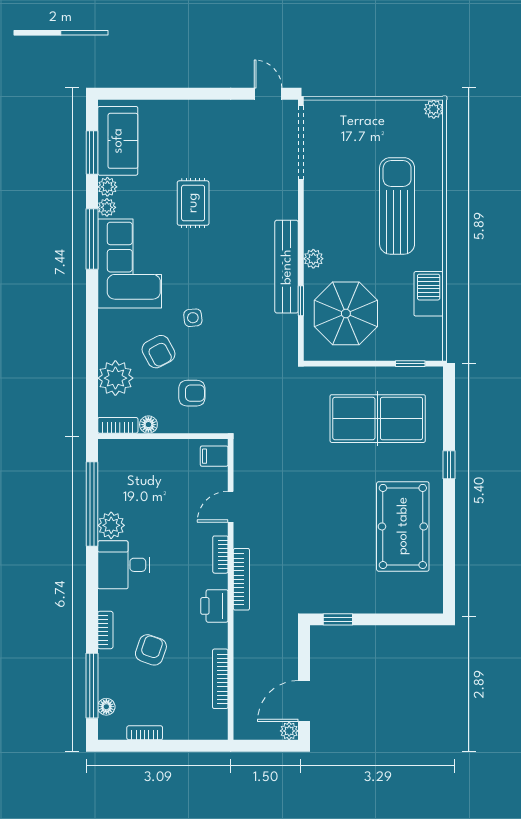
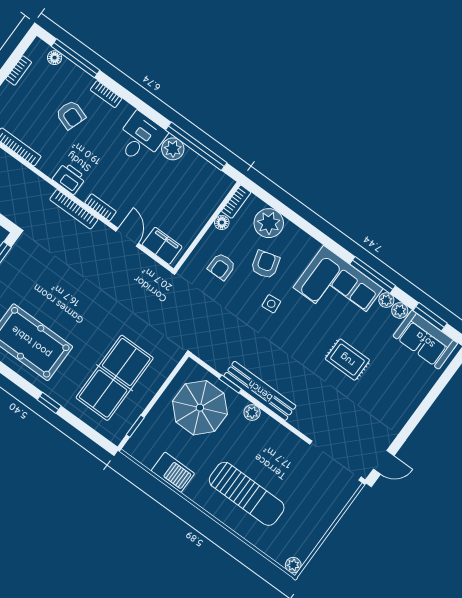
armchair: (159, 352) -> (265, 265), turned 102
filing cabinet: (214, 456) -> (162, 246), width x2.00

